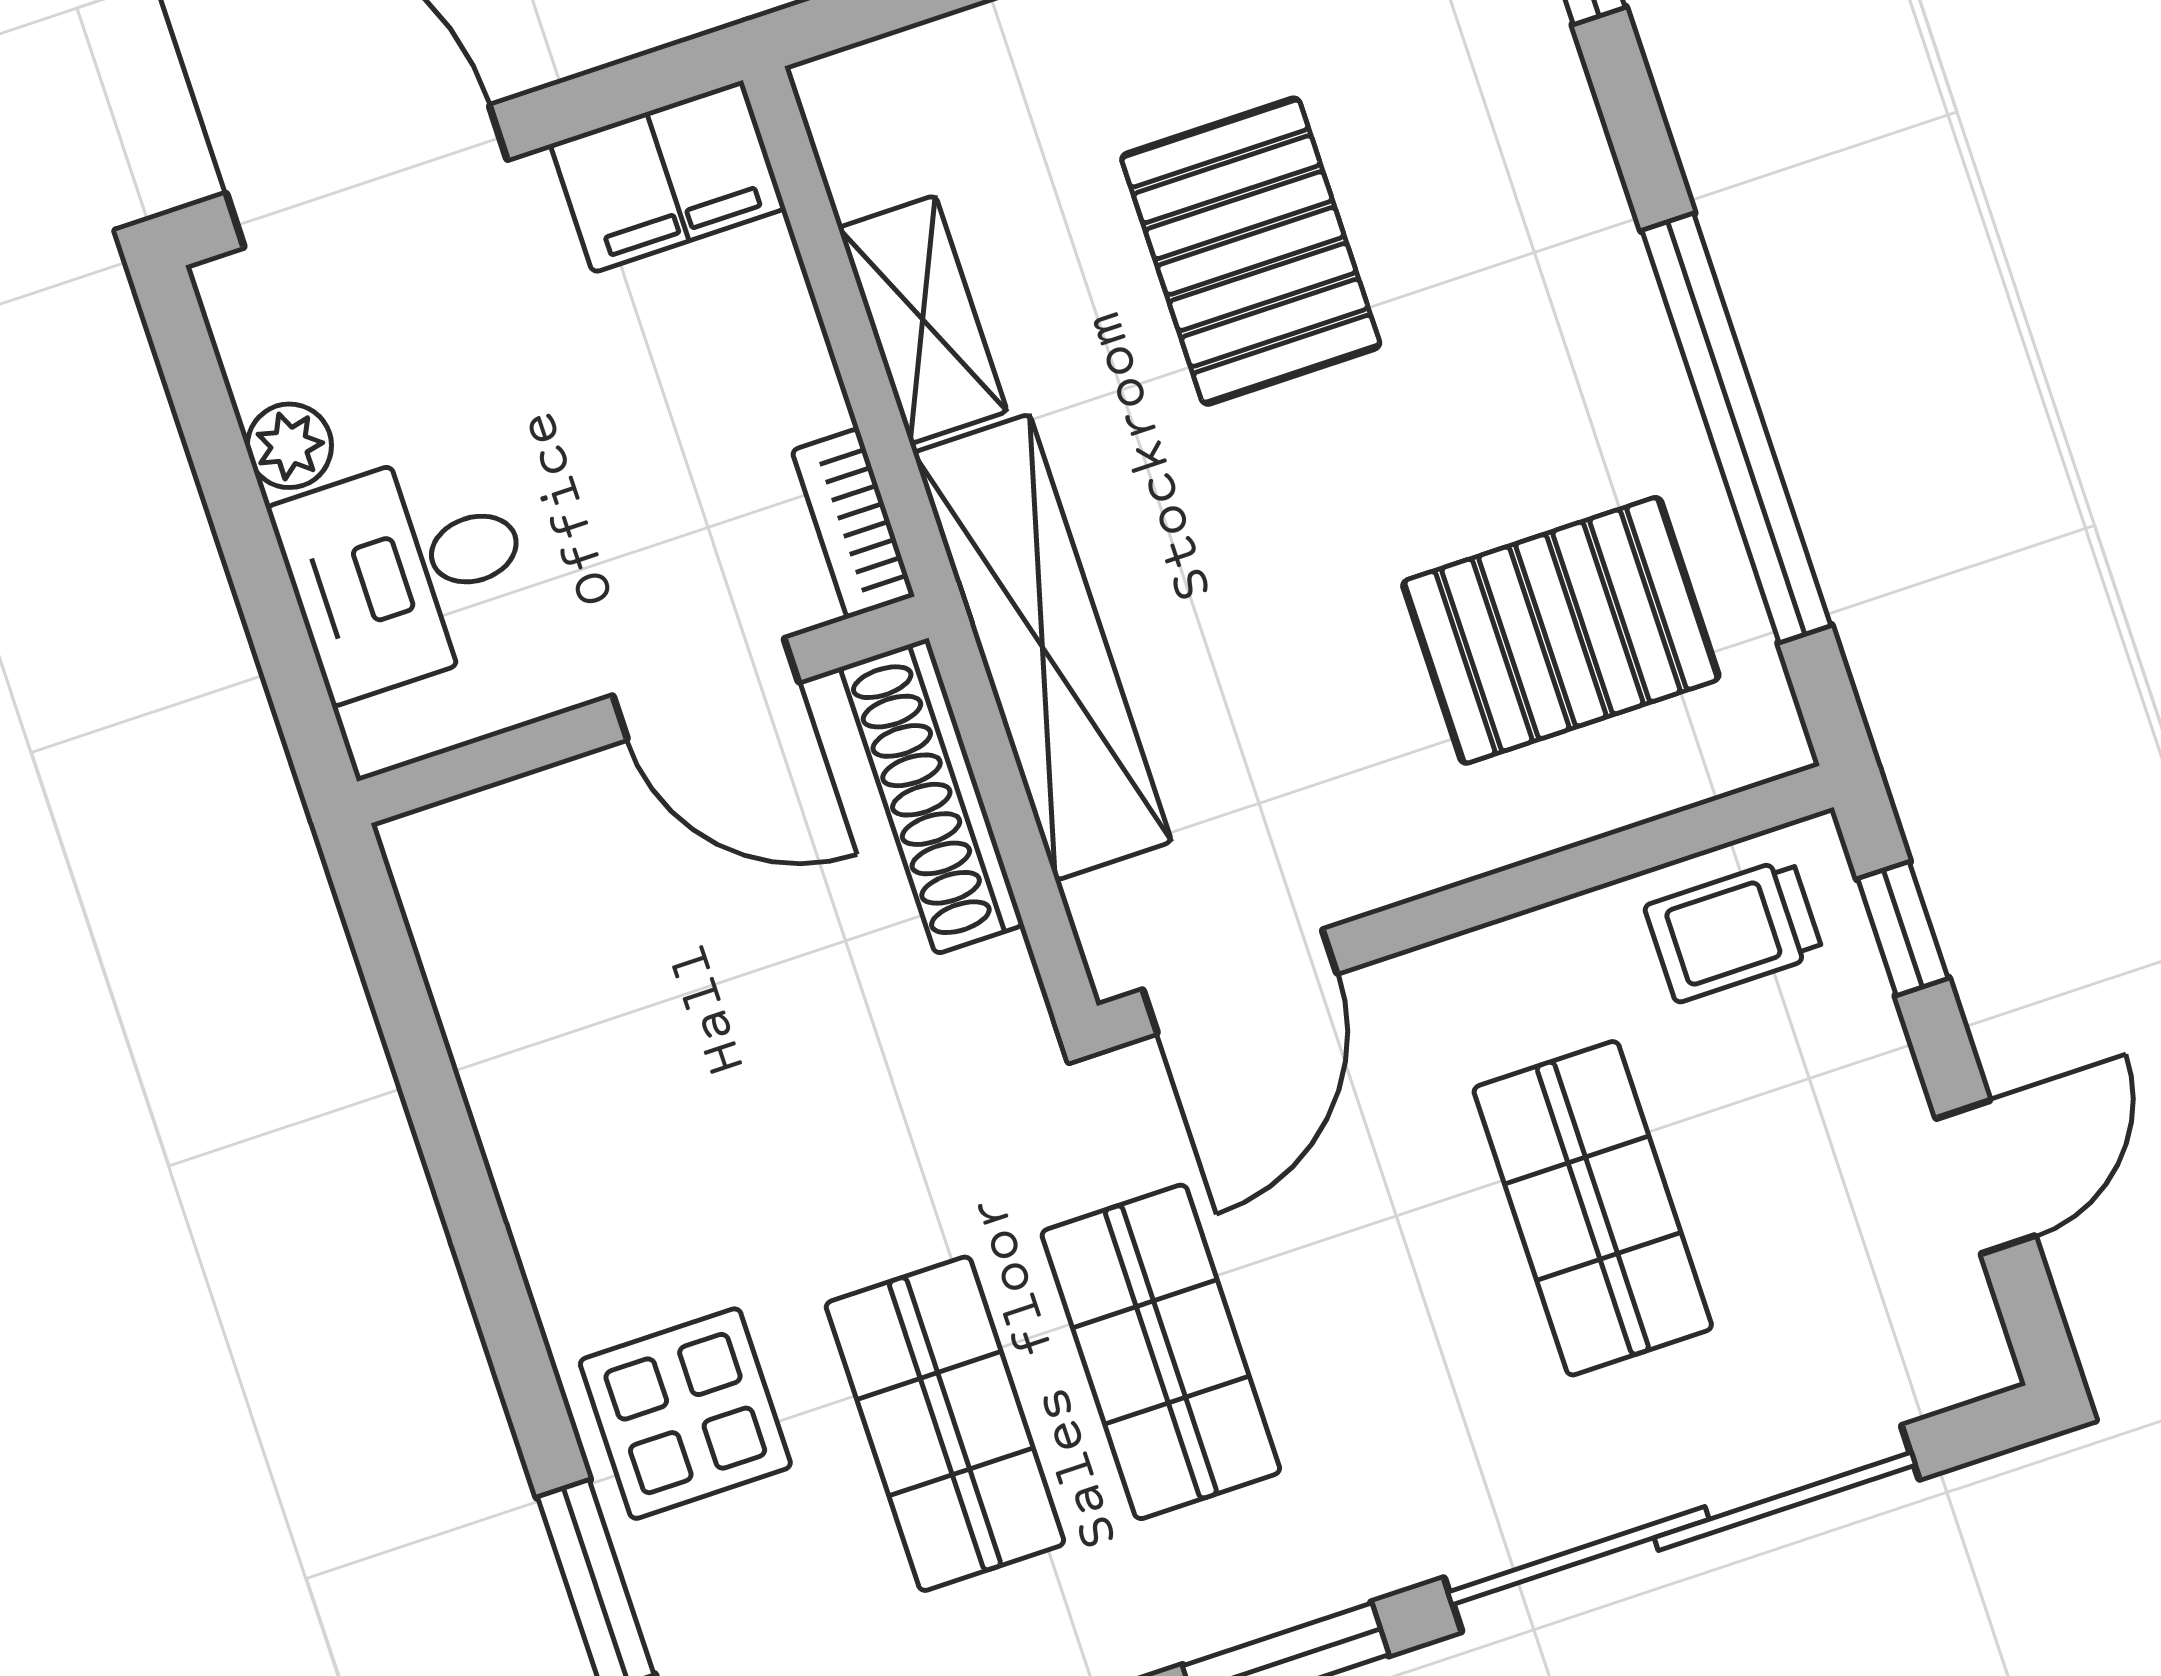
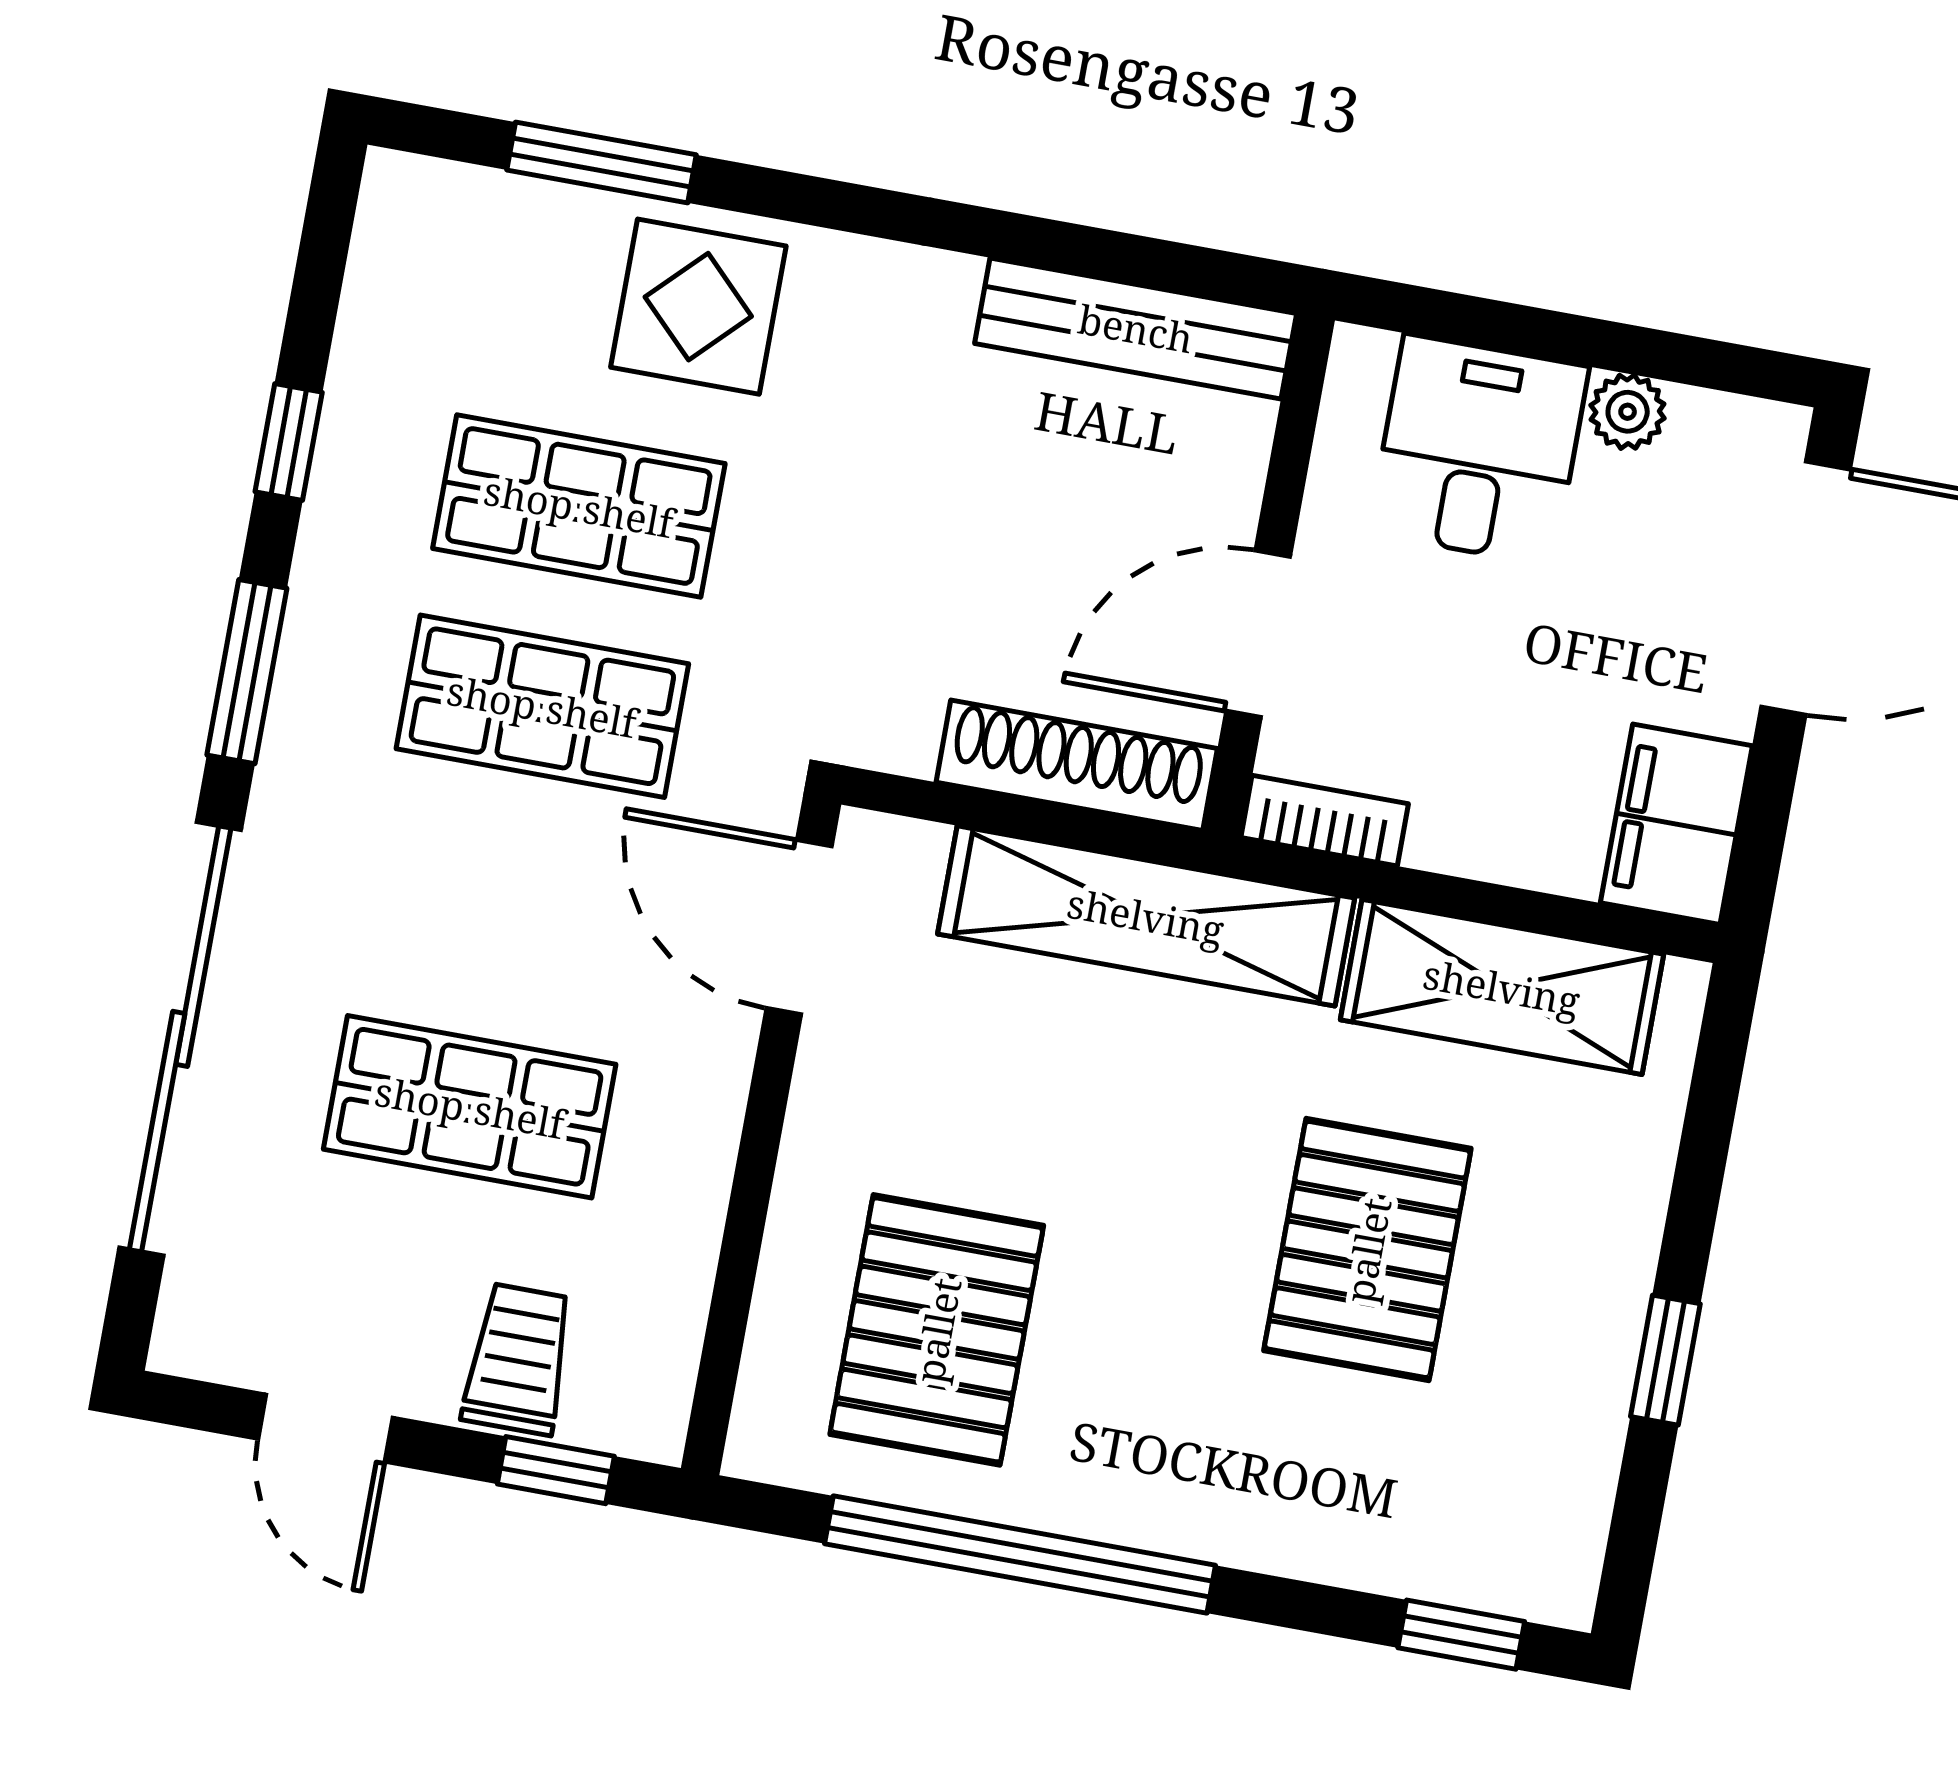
pallet: (1251, 251) -> (1367, 1250), turned 90
shelving: (923, 320) -> (1502, 987), width x1.50, depth x1.33
trolley: (1734, 930) -> (518, 1359), moved
bench: (472, 973) -> (1136, 328), added

